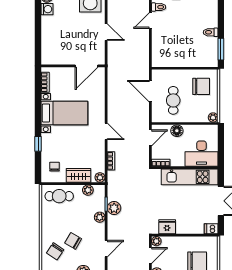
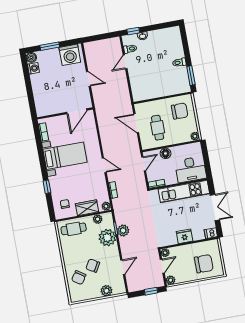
plant: (100, 217) -> (107, 238), width x1.87, depth x1.87
fridge: (167, 227) -> (185, 236), moved

